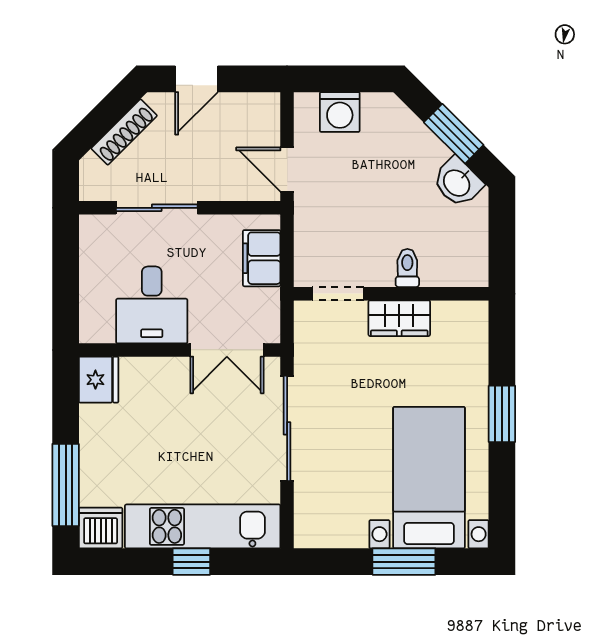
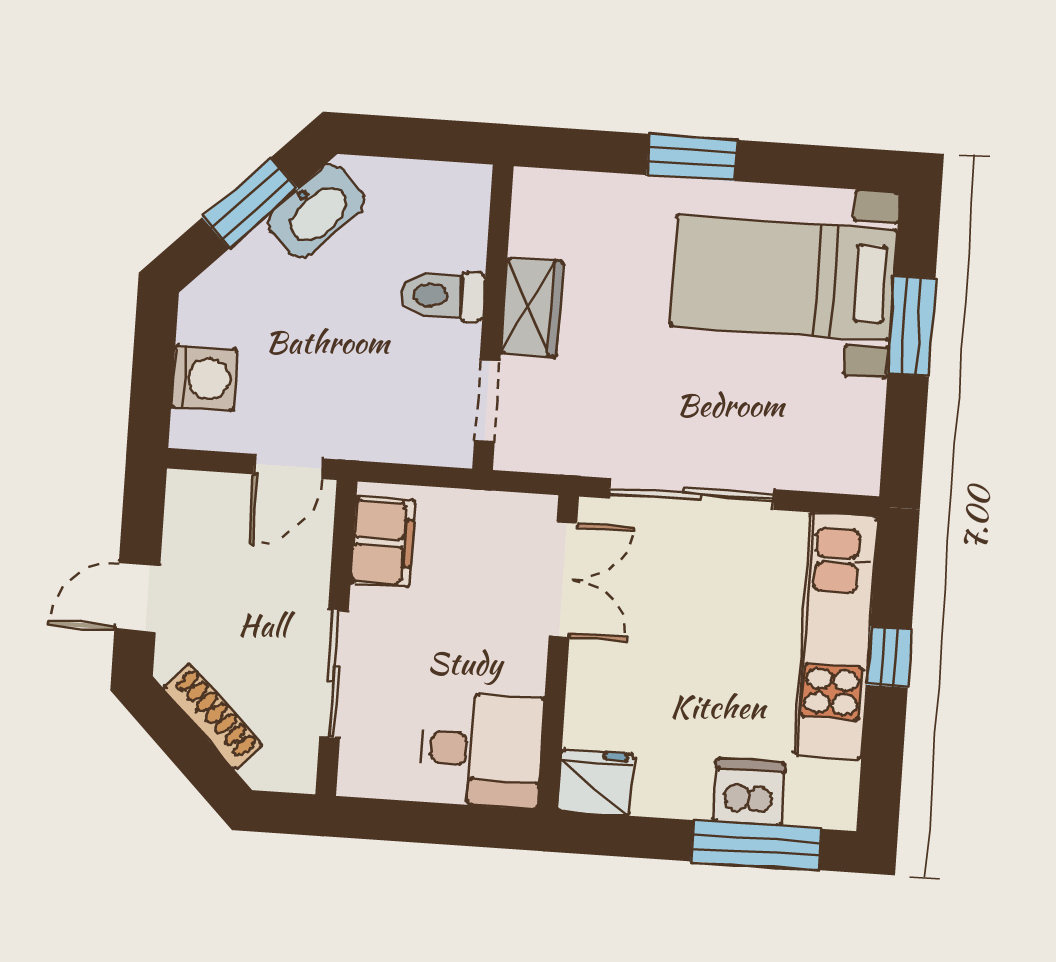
door: (197, 79) -> (137, 598), swing flipped
washbasin: (457, 182) -> (316, 211), width x1.38
filing cabinet: (262, 258) -> (383, 542), moved, turned -90
toilet: (407, 268) -> (442, 295), width x1.37, depth x1.39
desk: (152, 305) -> (481, 750), moved
dishwasher: (101, 528) -> (749, 792), moved, turned 90

